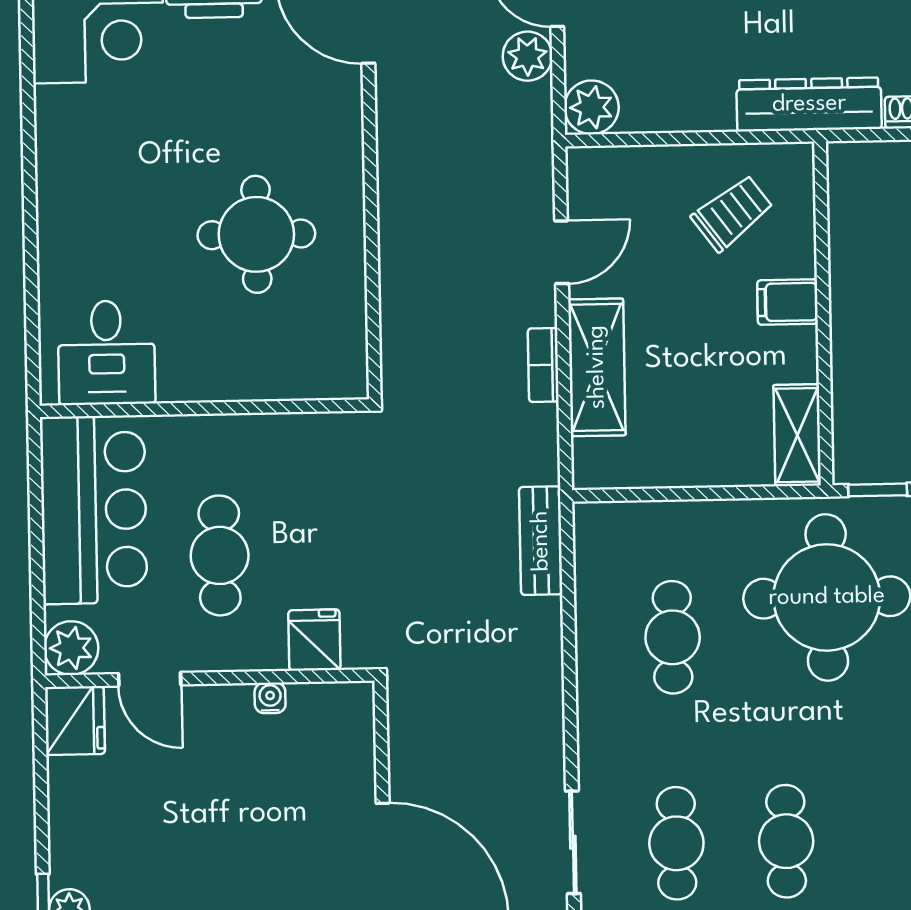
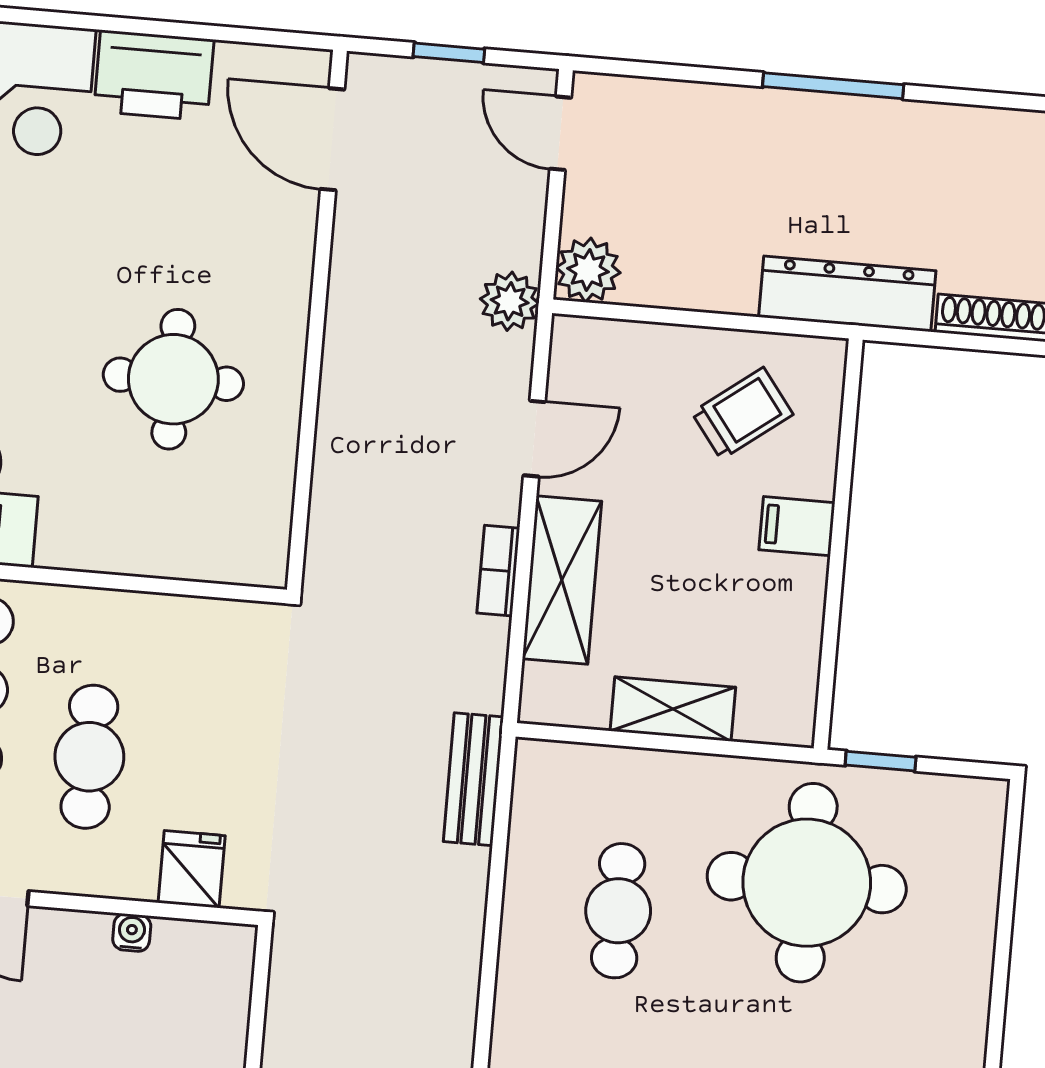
plant: (527, 56) -> (510, 301), moved
shelving: (797, 435) -> (673, 709), moved, turned 90

